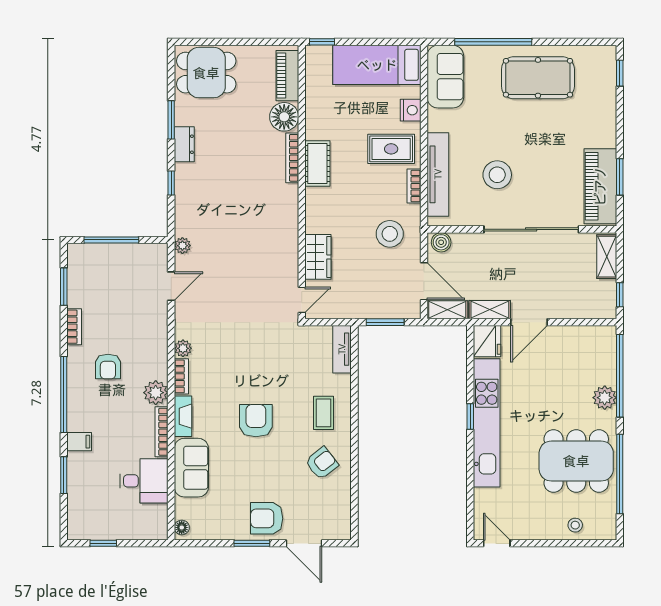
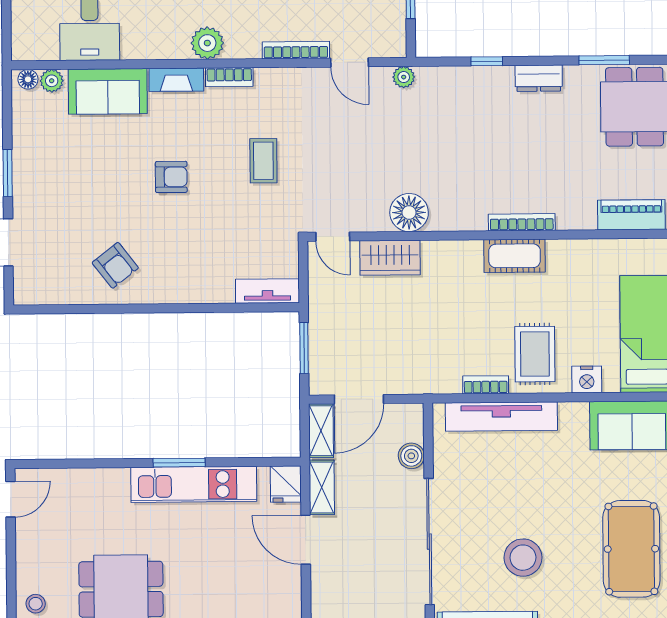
floor lamp: (284, 117) -> (409, 213), moved
window: (171, 120) -> (604, 60), moved
stool: (497, 175) -> (523, 558), moved
stool: (390, 234) -> (422, 353), removed
boiler: (441, 242) -> (411, 456), moved
fridge: (487, 341) -> (286, 484), width x0.72
plant: (183, 348) -> (52, 81), moved
coffee table: (323, 413) -> (263, 161), moved, turned 90
window: (470, 417) -> (179, 463), width x1.50
armchair: (256, 421) -> (171, 177), width x0.72, depth x0.72
kitchen unit: (487, 423) -> (194, 484), width x0.73
bookcase: (162, 432) -> (296, 50), moved
armchair: (267, 518) -> (41, 192), removed

